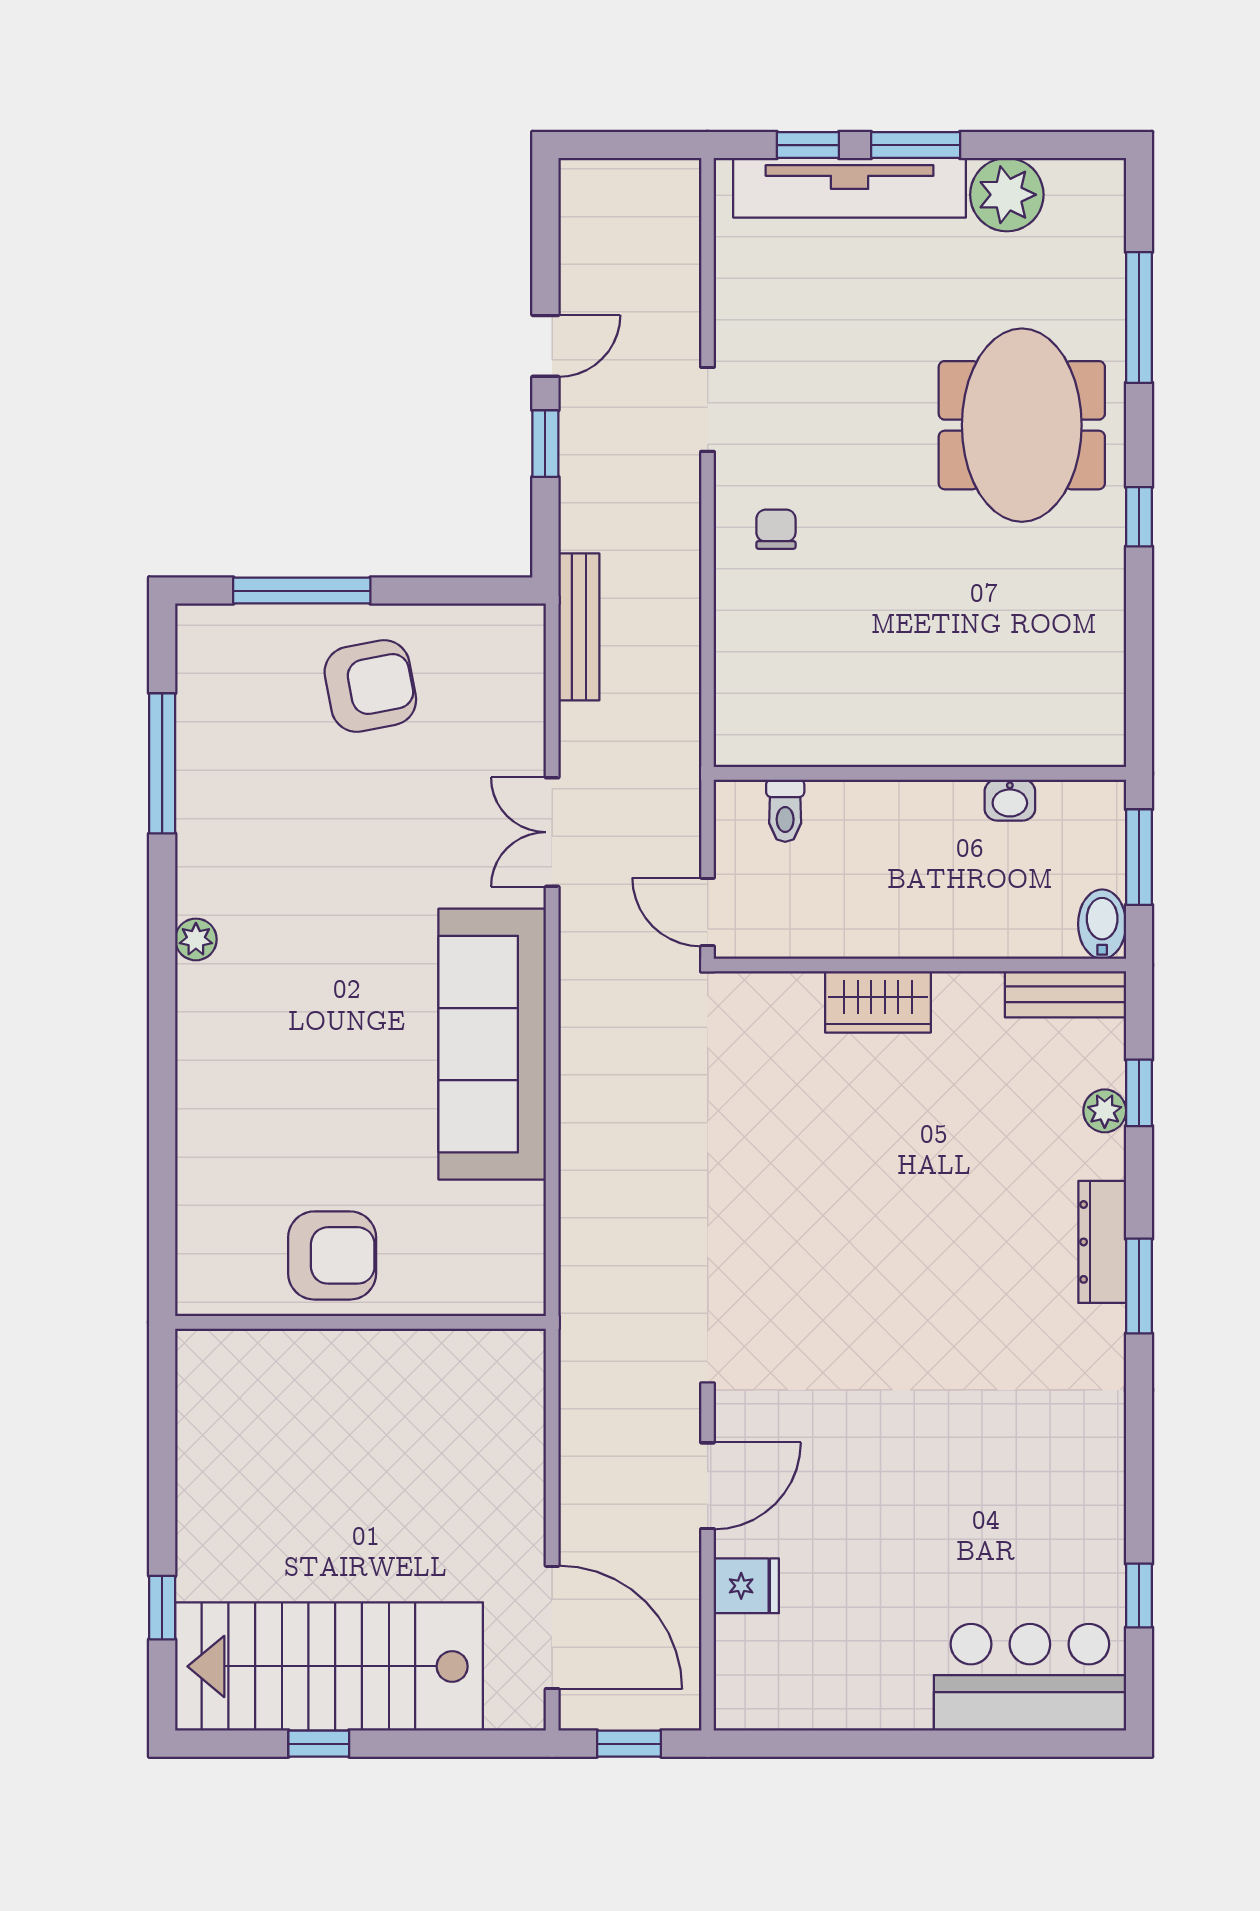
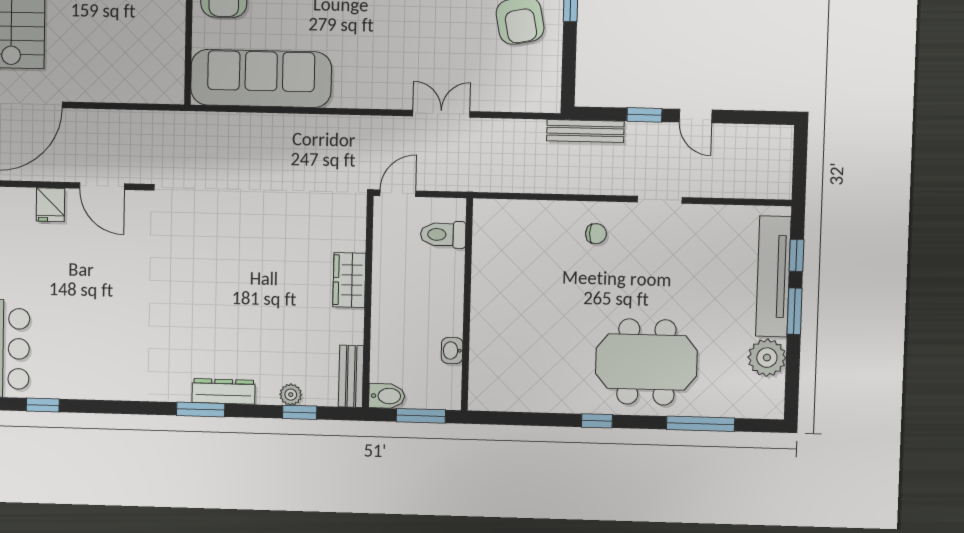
bench: (579, 627) -> (585, 131), moved
toilet: (785, 811) -> (443, 235), width x1.37, depth x1.39
sofa: (492, 1044) -> (261, 78), moved

